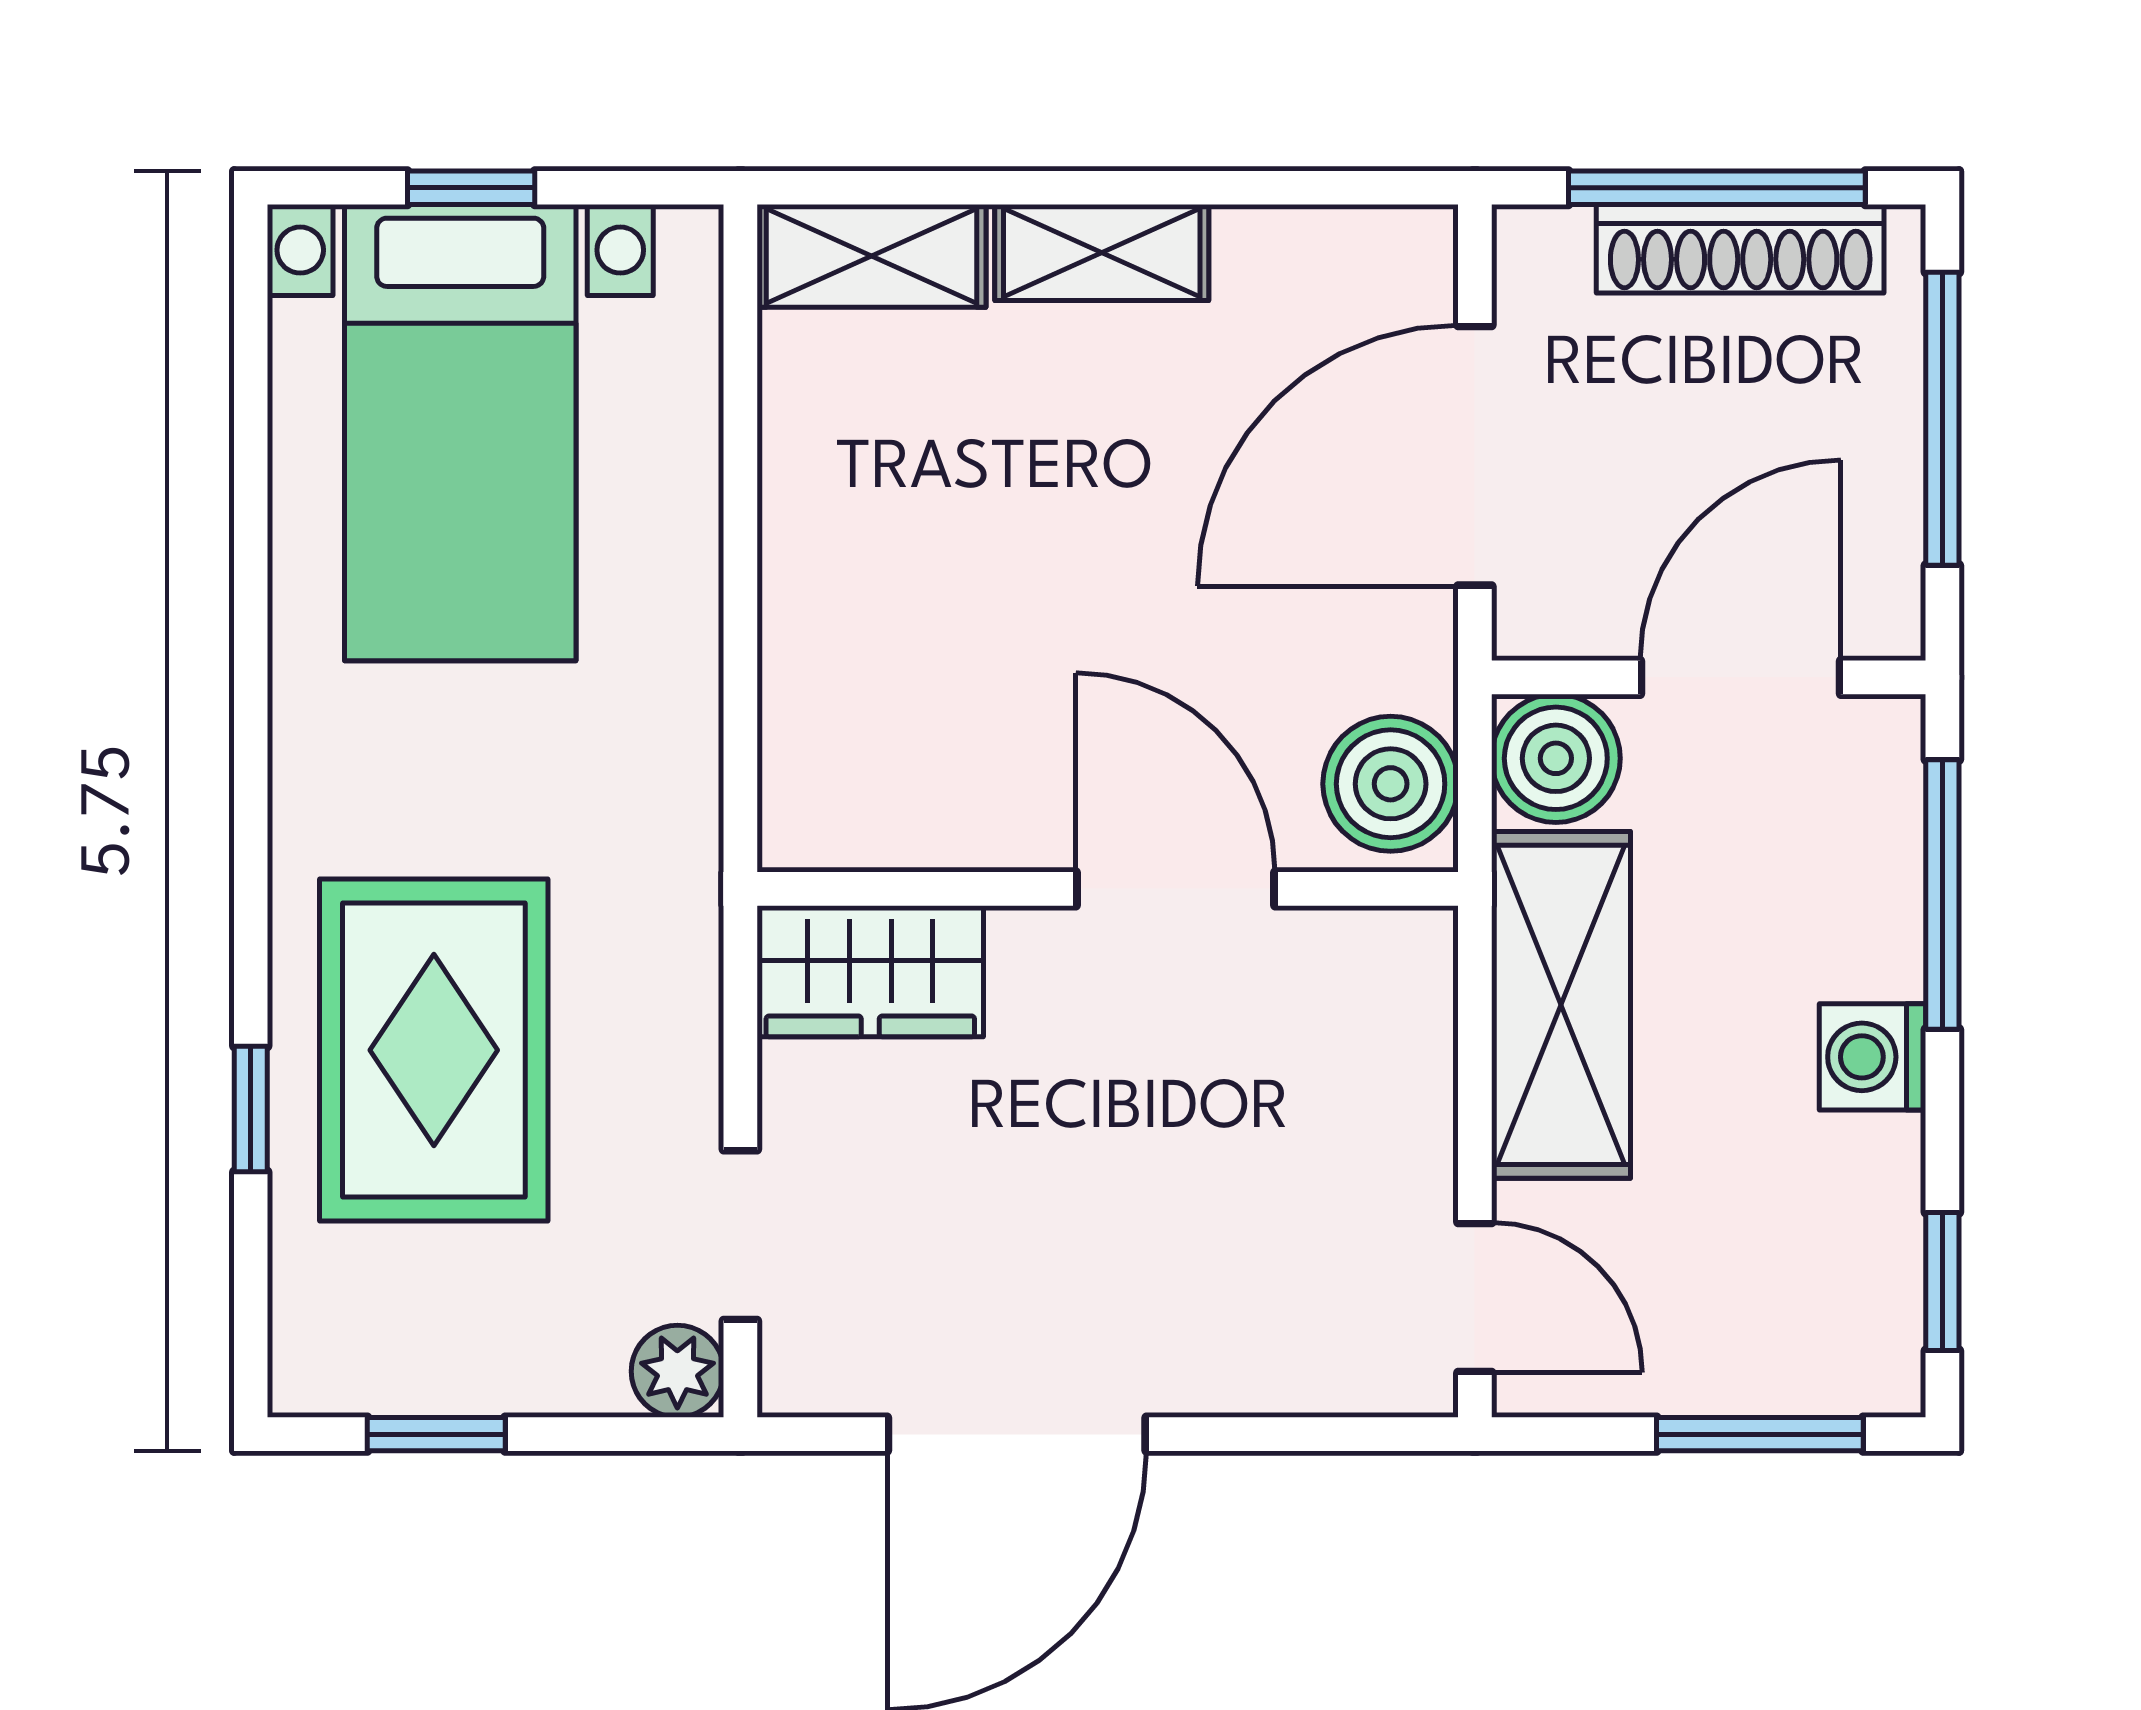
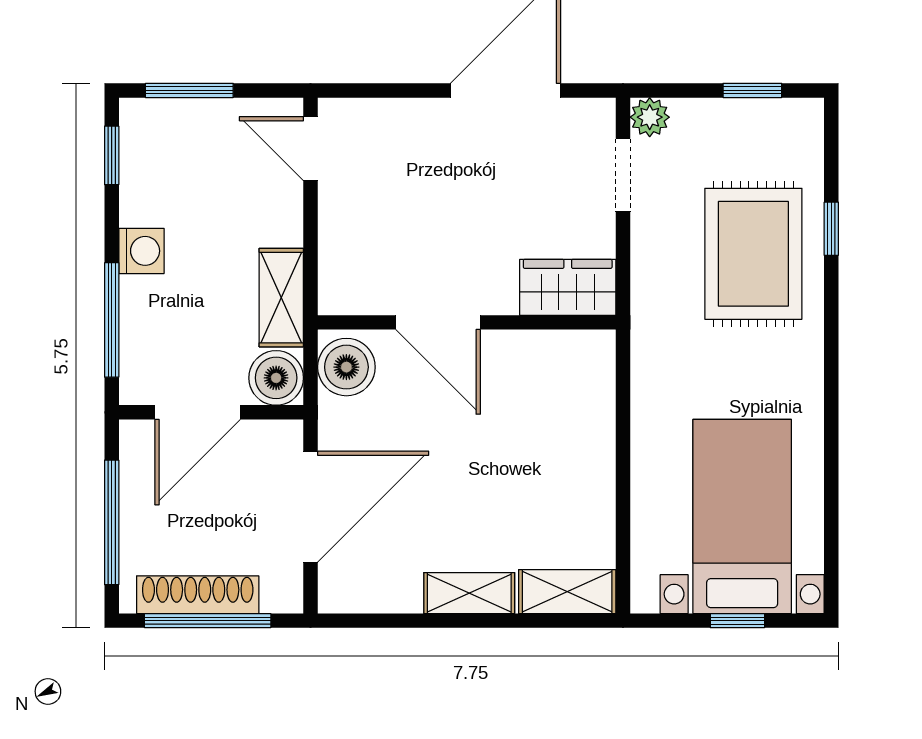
shelving: (1561, 1005) -> (281, 298), width x0.67, depth x0.75

